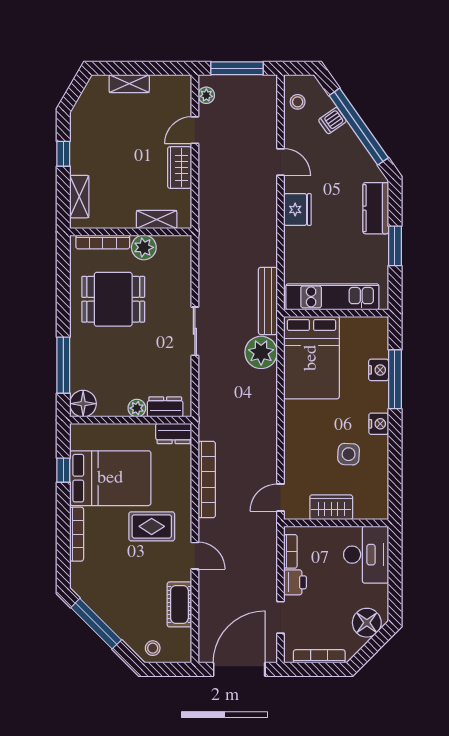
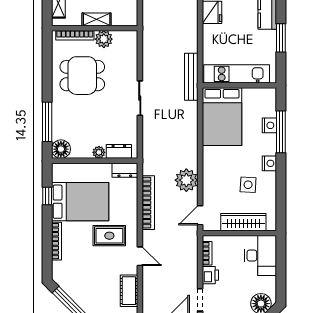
shelving: (157, 219) -> (97, 19), moved
plant: (261, 352) -> (186, 180), moved
wardrobe: (331, 507) -> (243, 222), width x1.50

